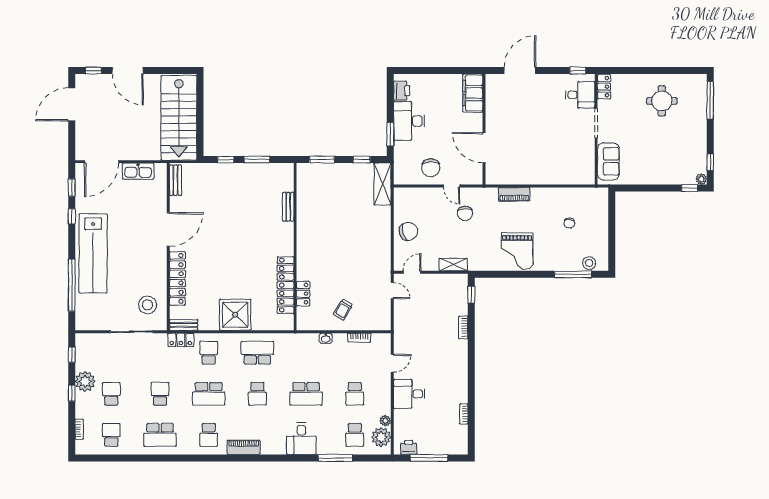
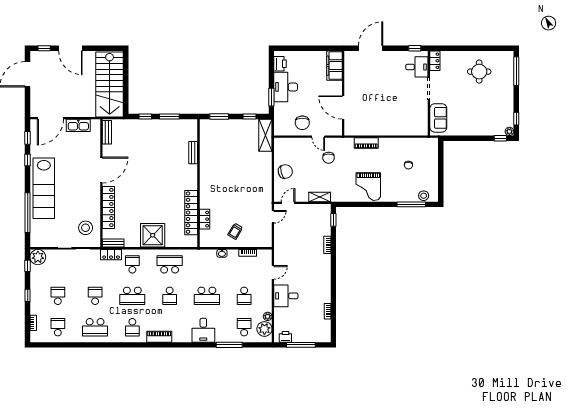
door: (392, 291) -> (273, 217), hinge flipped
plant: (85, 381) -> (38, 257), moved
school desk: (355, 435) -> (244, 327), turned 180

